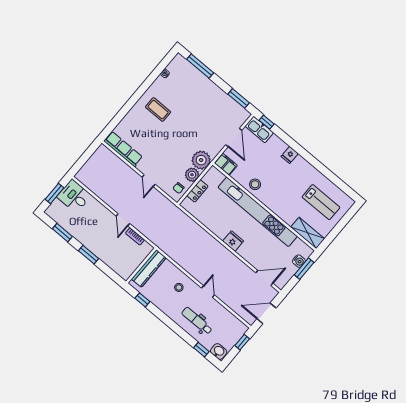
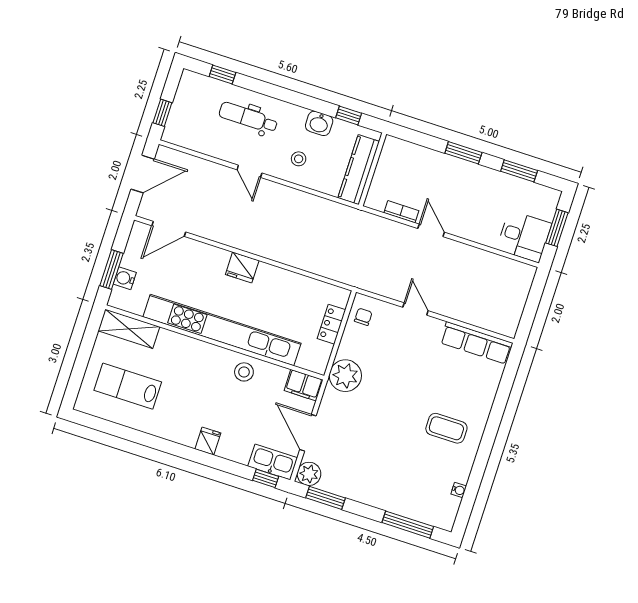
plant: (192, 175) -> (309, 474), moved
dental chair: (197, 321) -> (248, 118), turned 180
washbasin: (219, 351) -> (319, 123), moved

